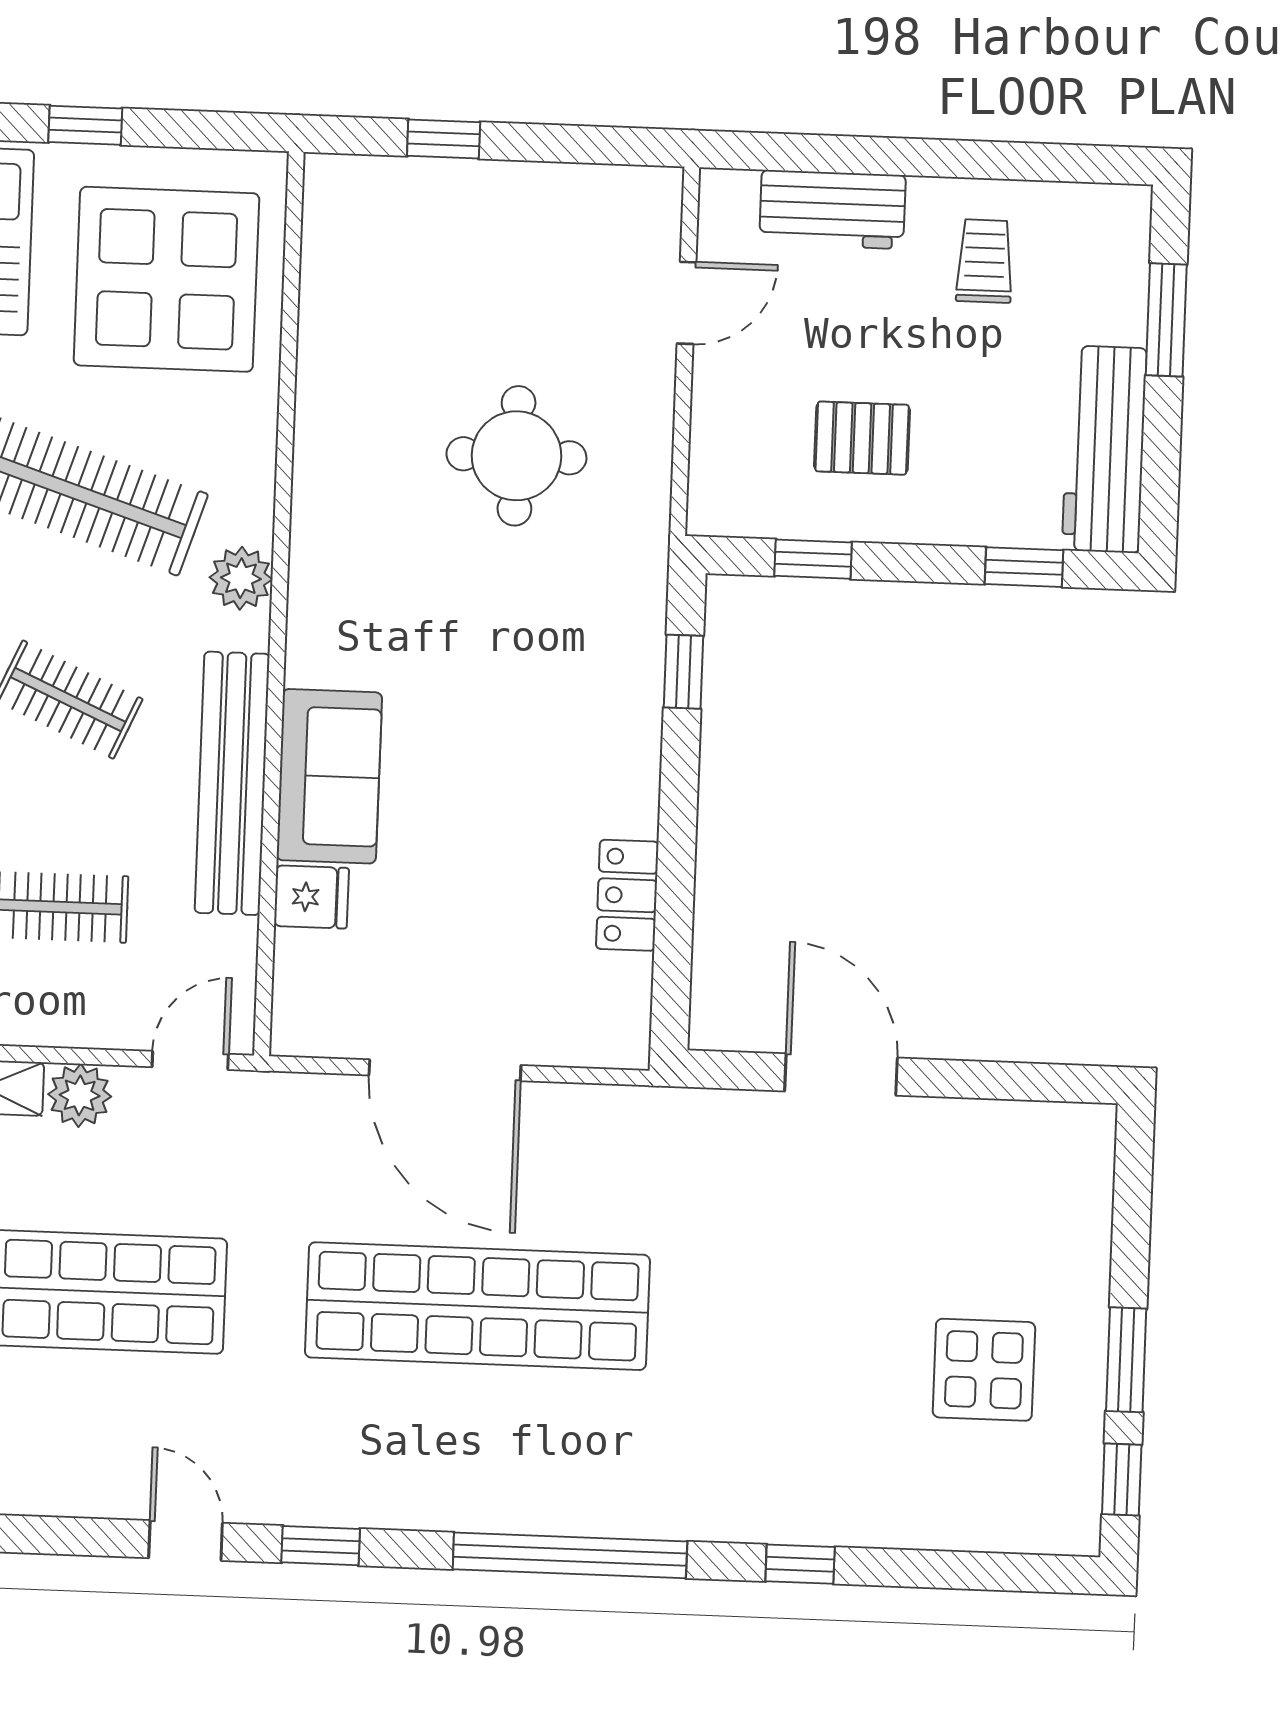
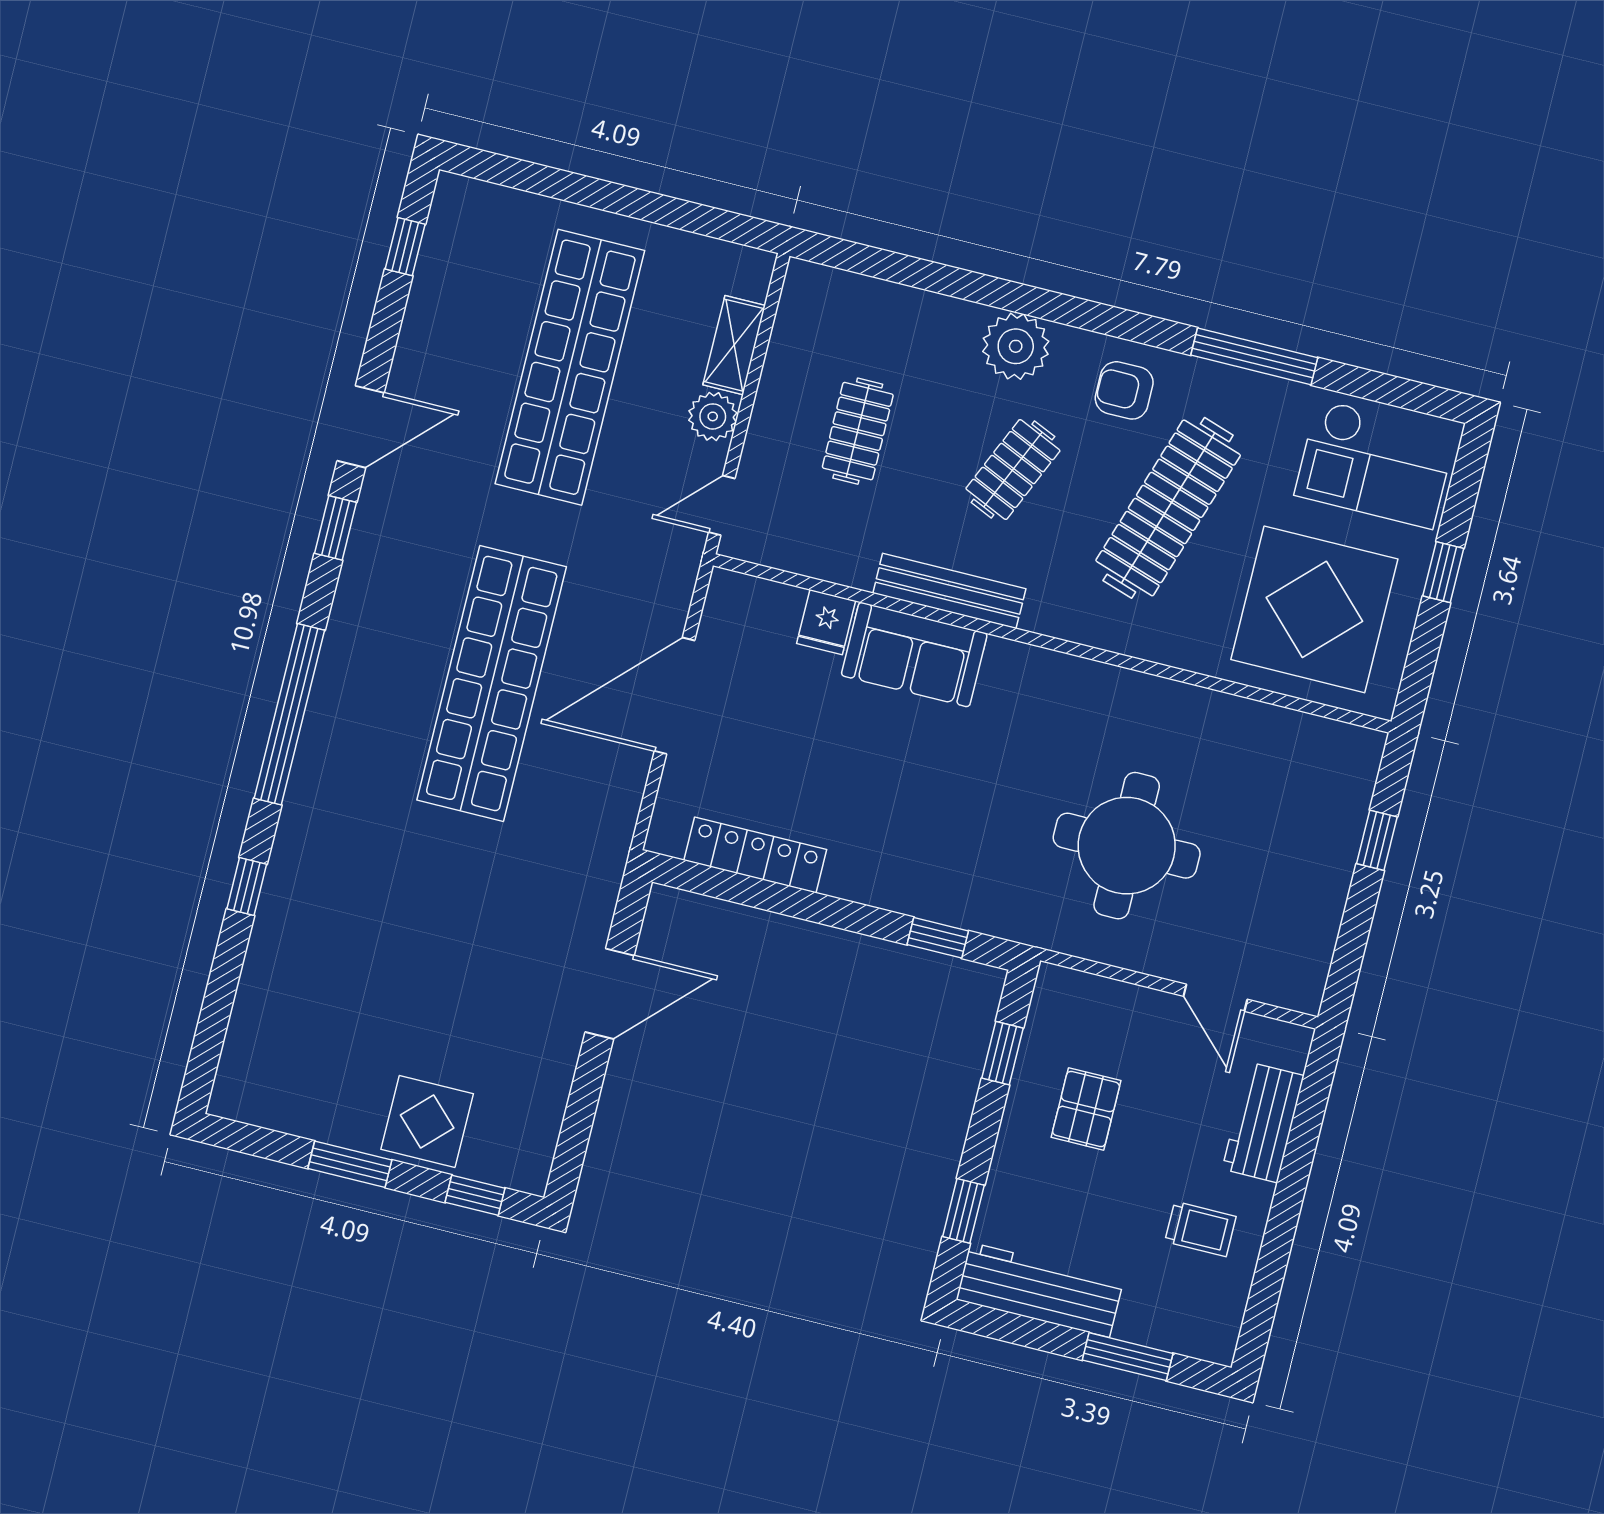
round table: (516, 456) -> (1127, 846), width x1.36, depth x1.36
plant: (241, 578) -> (1077, 619), removed
bench: (232, 783) -> (949, 591), width x0.73, depth x0.82
locker: (627, 895) -> (755, 855), width x1.53
door: (190, 1060) -> (722, 505), swing flipped
display table: (984, 1370) -> (427, 1121), moved
window: (1122, 1479) -> (475, 1195), moved
door: (186, 1541) -> (361, 427), width x1.37

